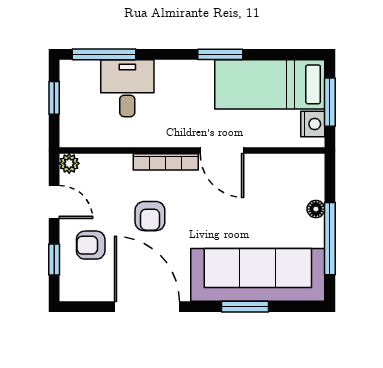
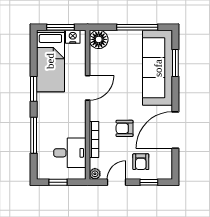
window: (104, 54) -> (34, 135), moved
desk: (127, 88) -> (70, 153), moved, turned 180
bookcase: (166, 162) -> (94, 139), moved
floor lamp: (316, 209) -> (99, 39), moved, width x1.89, depth x1.89
armchair: (150, 216) -> (125, 128), turned 180
window: (245, 307) -> (175, 63), moved

